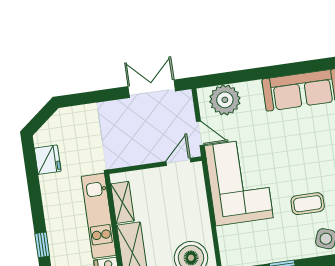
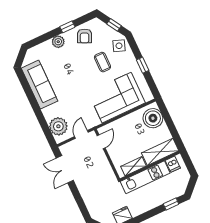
door: (178, 162) -> (101, 142), swing flipped
corner sofa: (239, 182) -> (117, 98), moved

